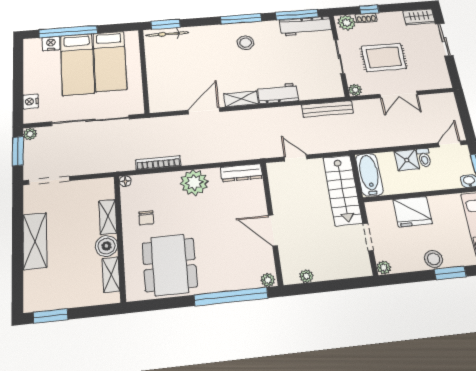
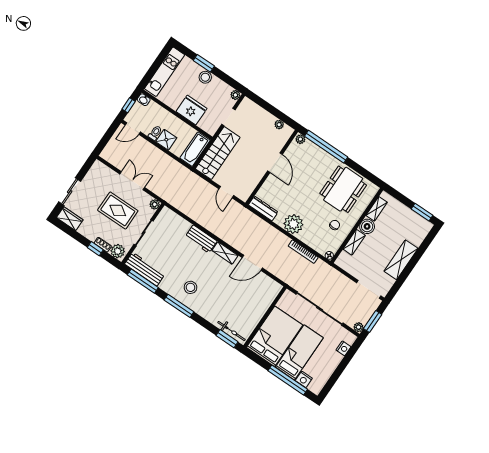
bed: (110, 61) -> (275, 336), width x1.50
bench: (327, 109) -> (182, 206), removed

